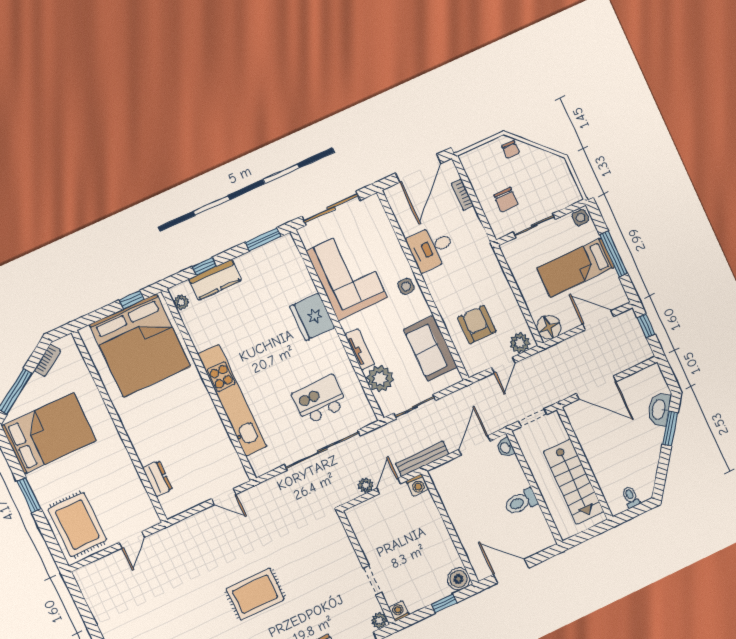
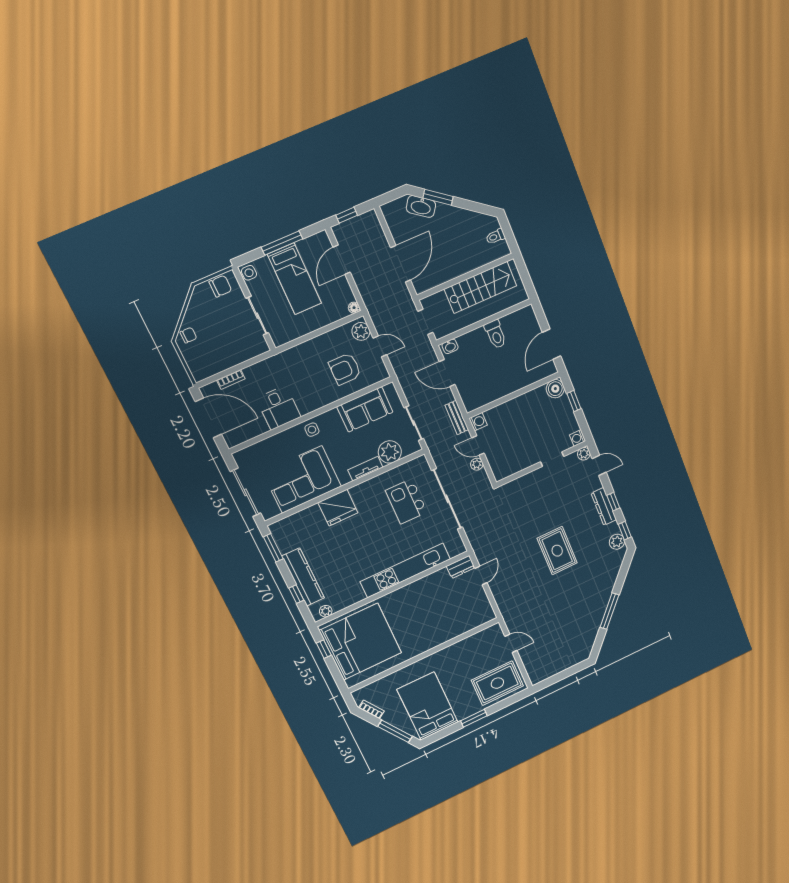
chair: (506, 200) -> (220, 286), moved
kitchen counter: (215, 280) -> (303, 577), width x1.50
floor lamp: (549, 327) -> (354, 308), width x0.53, depth x0.53
bench: (422, 459) -> (457, 418), width x0.73
dresser: (158, 479) -> (461, 567), moved, turned 180

